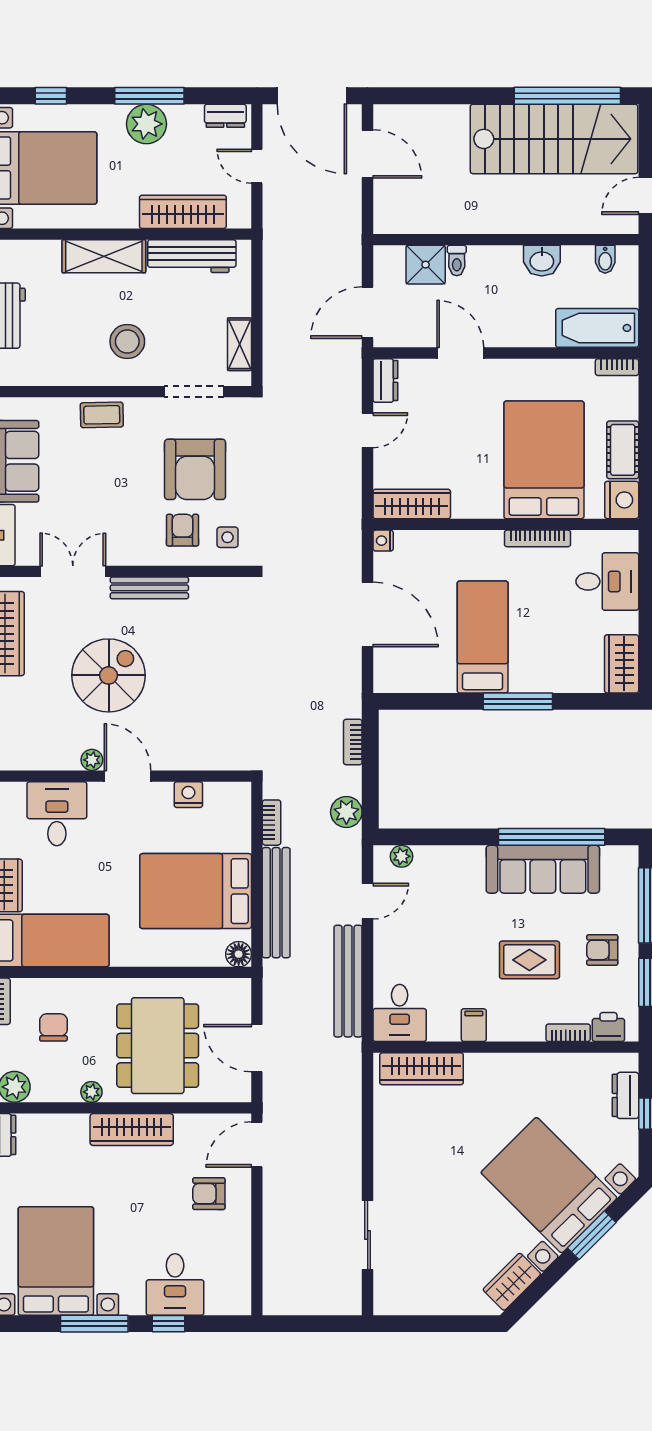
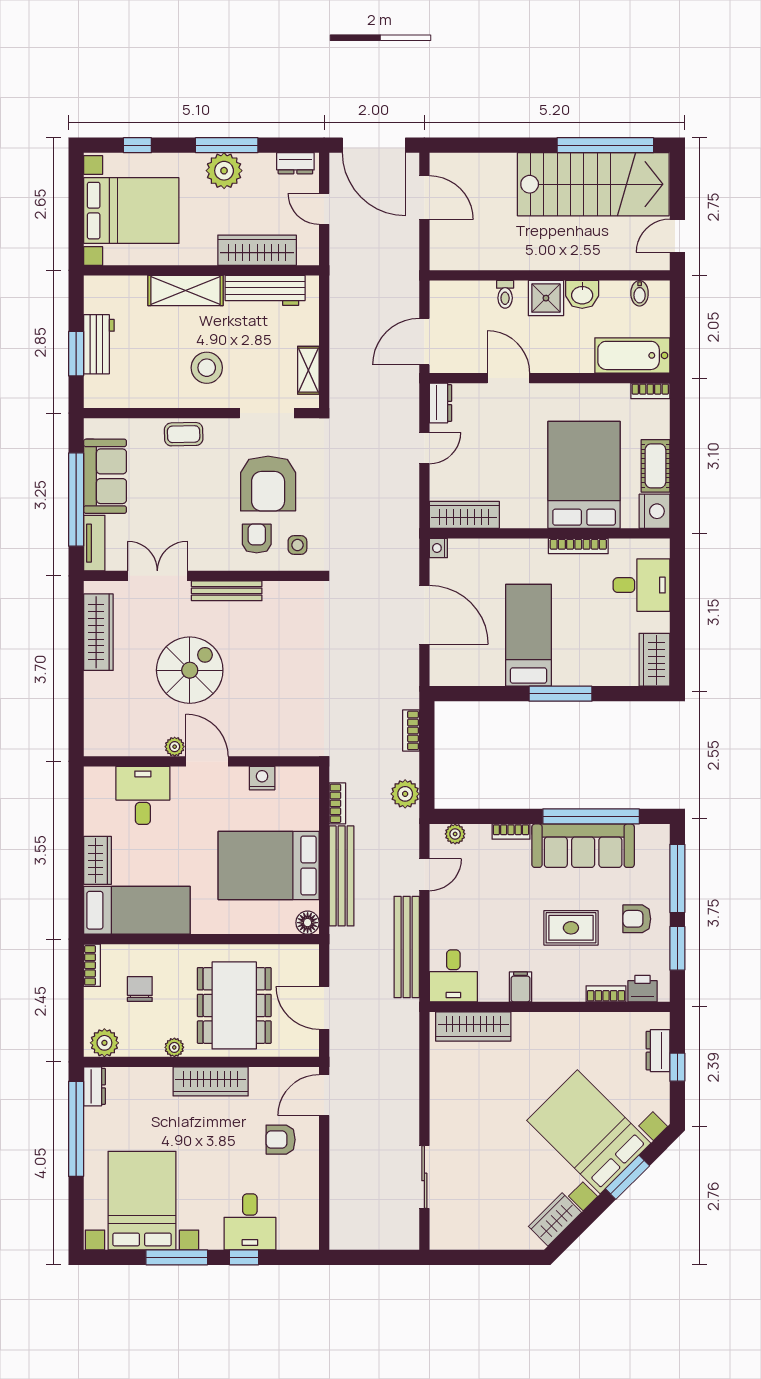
shower: (426, 265) -> (546, 298), moved
bookcase: (463, 854) -> (511, 832), added

